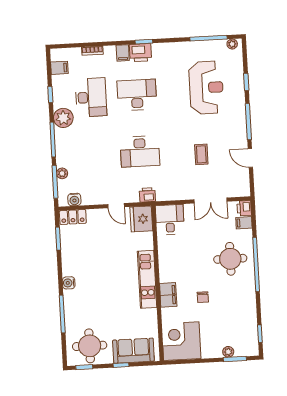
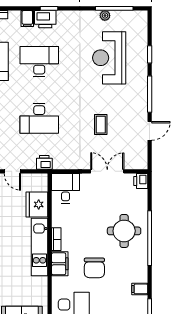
plant: (232, 44) -> (105, 16), moved
reception desk: (206, 88) -> (109, 58), turned 180
door: (250, 158) -> (150, 131), swing flipped
double door: (210, 201) -> (107, 171), swing flipped
fridge: (141, 219) -> (37, 204), moved
filing cabinet: (244, 223) -> (140, 289), moved
bookcase: (163, 271) -> (56, 239), added
chair: (203, 297) -> (94, 268), width x1.87, depth x1.87

